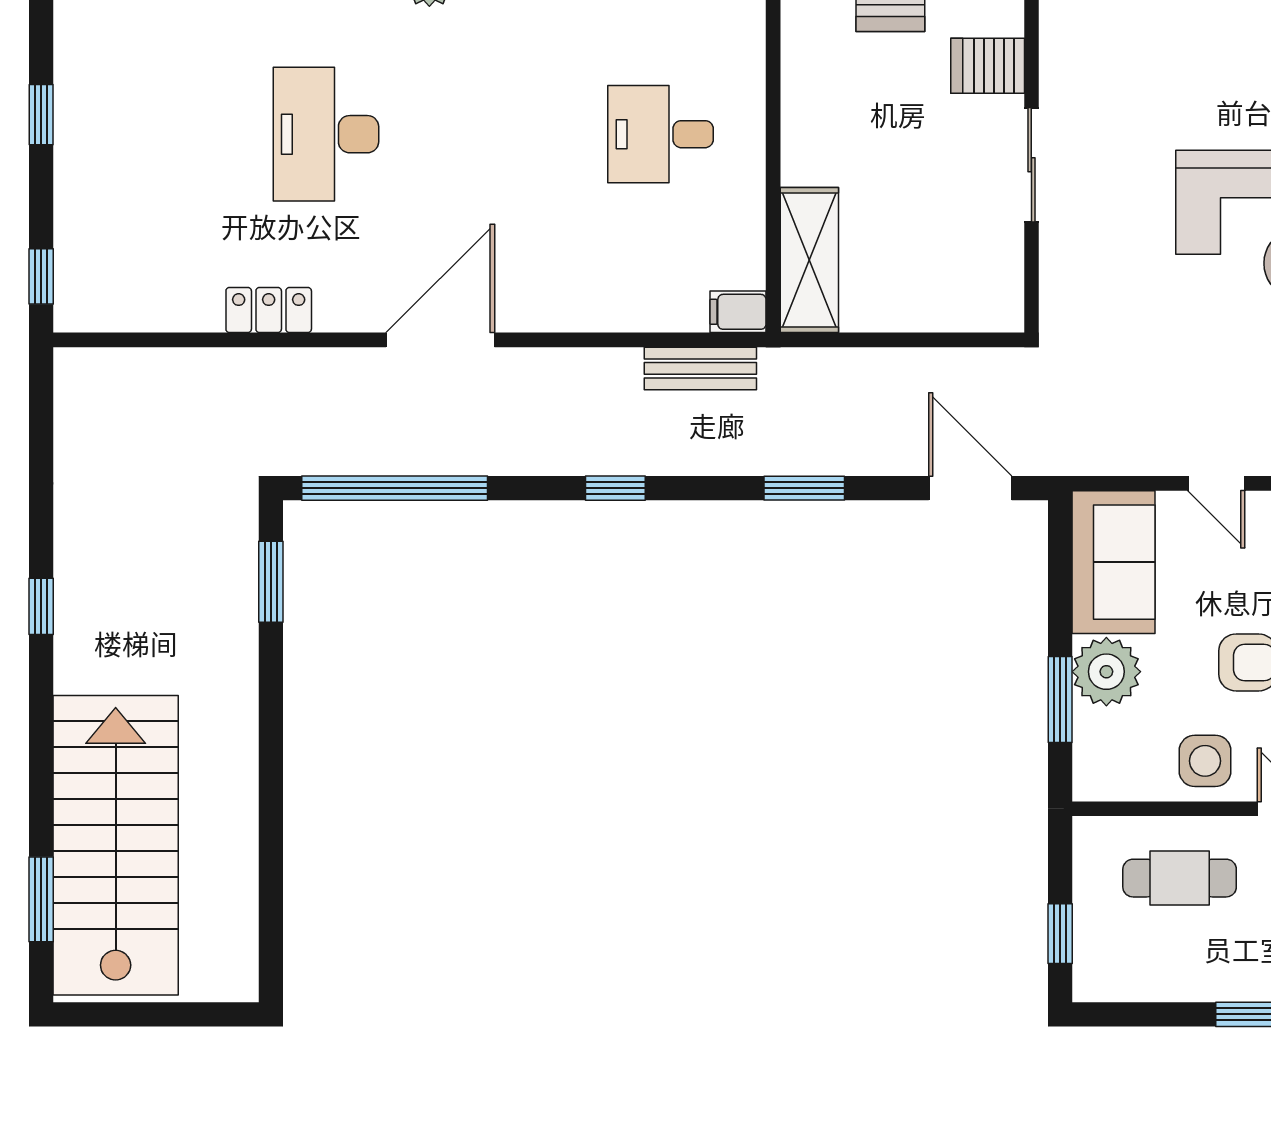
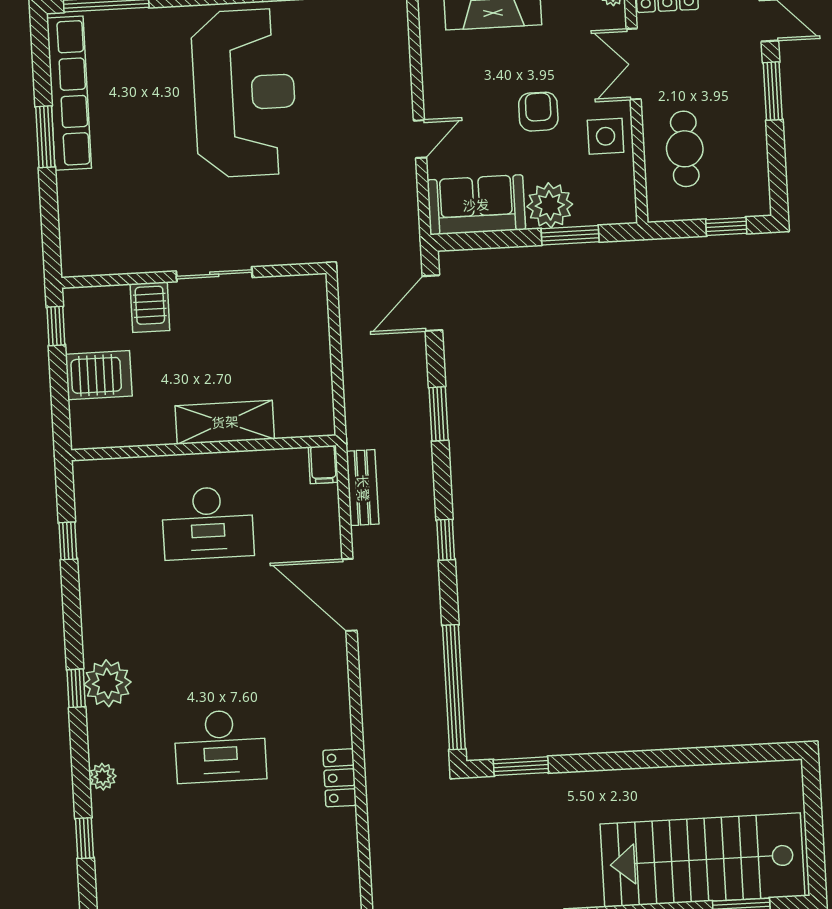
desk: (660, 134) -> (208, 523), width x1.37
shelving: (809, 260) -> (225, 422), moved
door: (440, 340) -> (349, 595), moved

